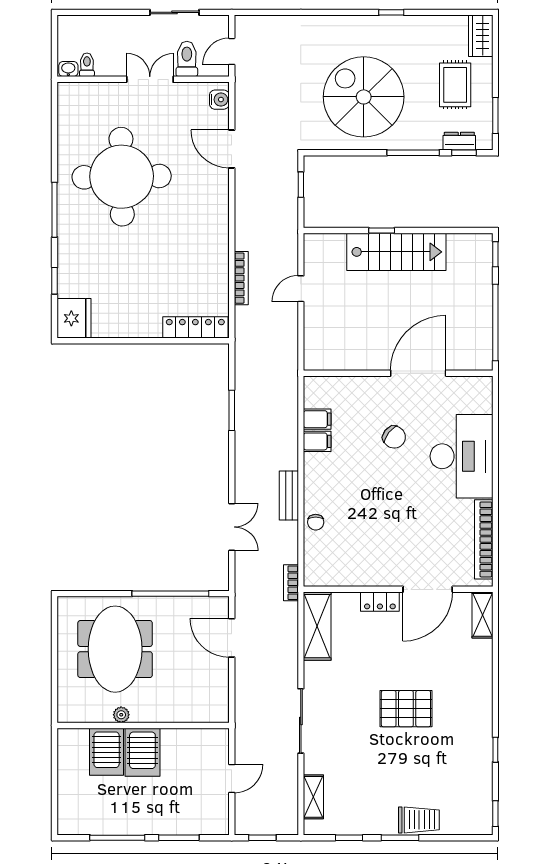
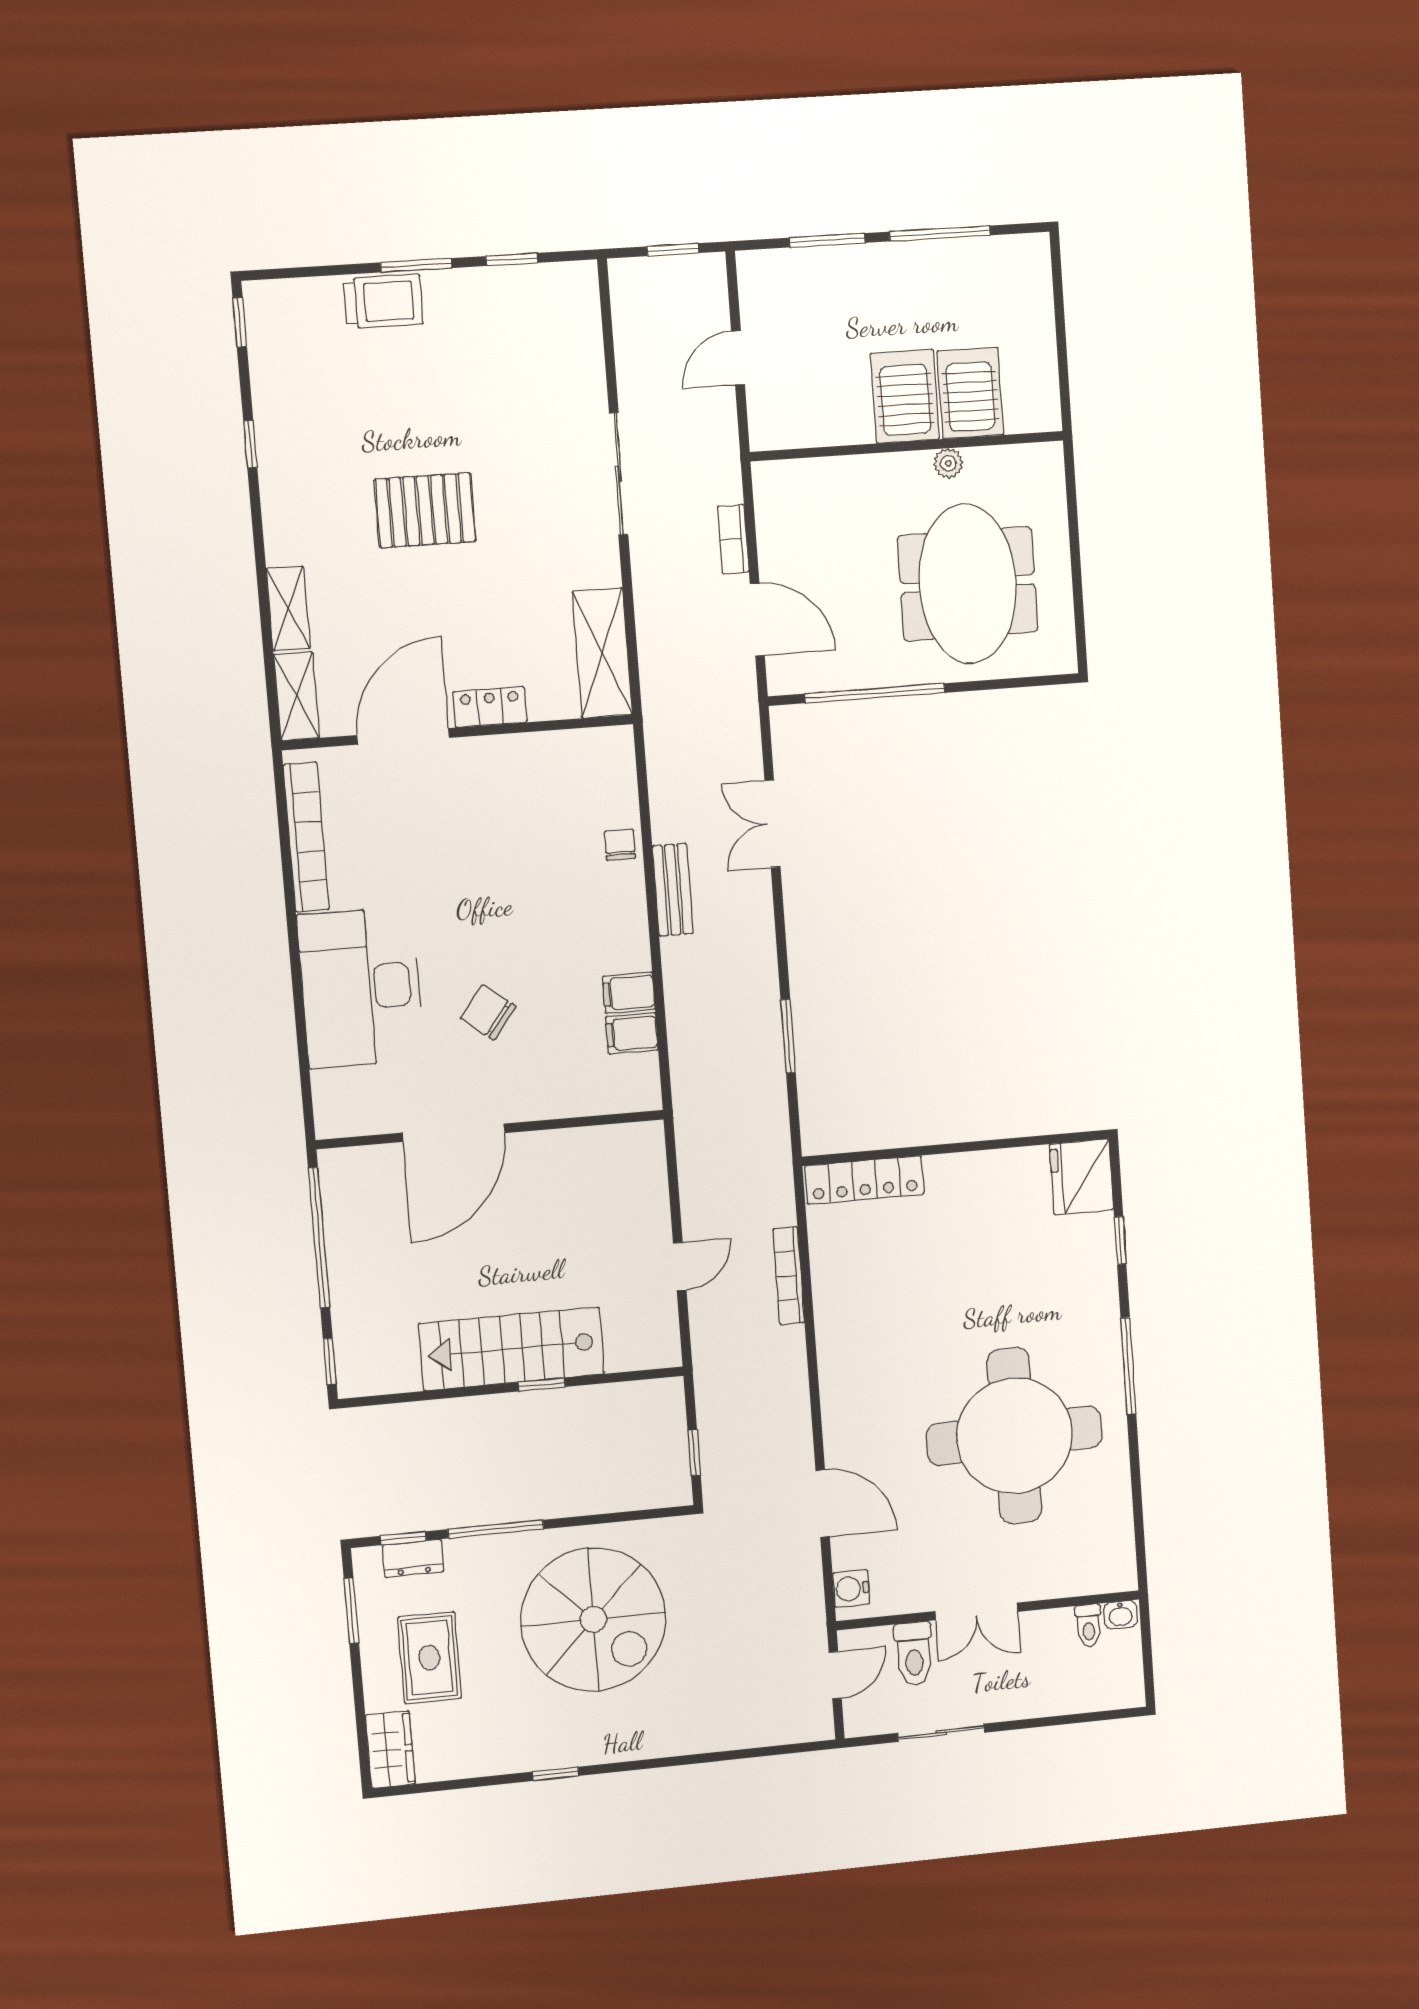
bookcase: (291, 583) -> (733, 539), moved, turned 180
shelving: (313, 797) -> (288, 608), moved
trolley: (419, 820) -> (383, 301), turned 180

